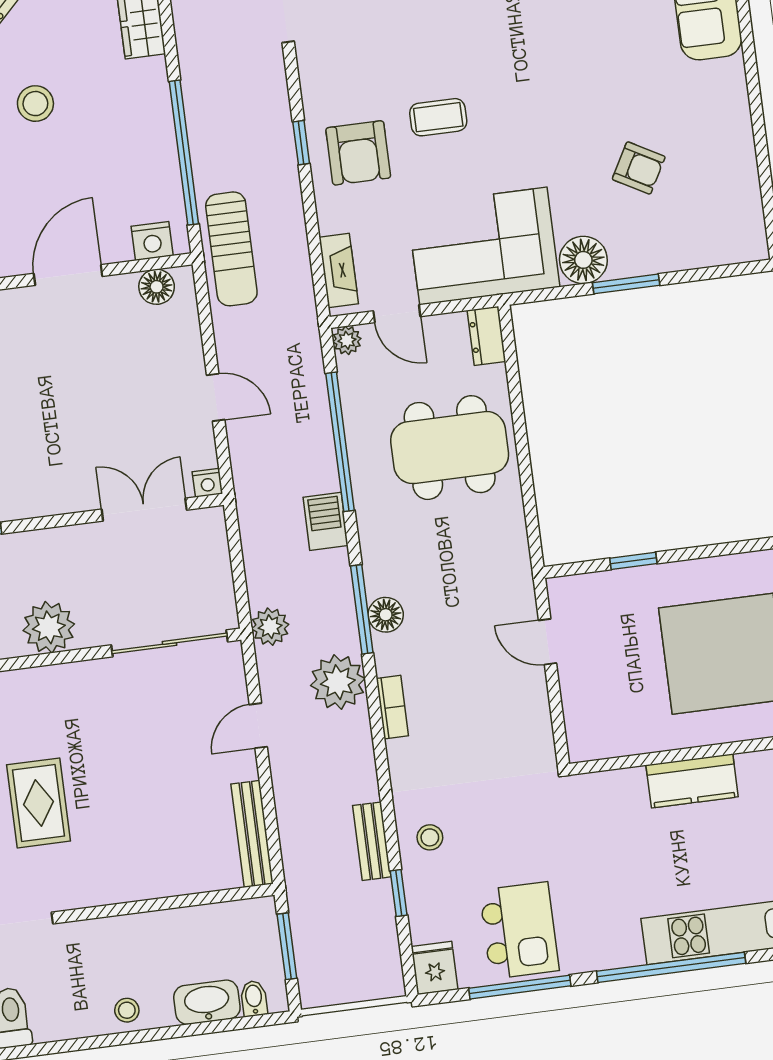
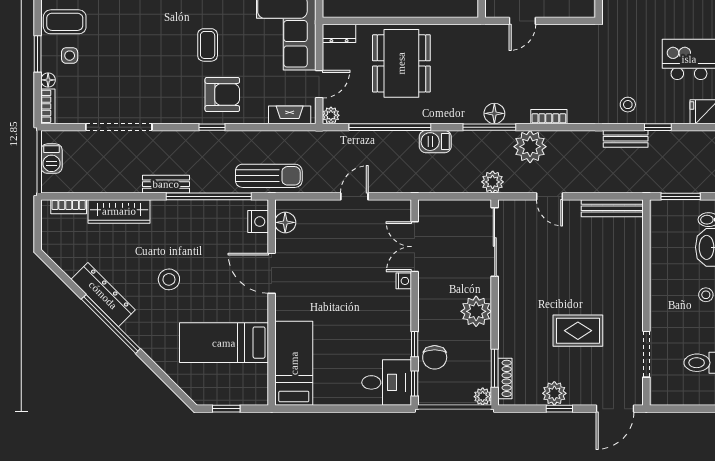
bench: (195, 78) -> (166, 184), added
nightstand: (207, 483) -> (404, 281), moved

